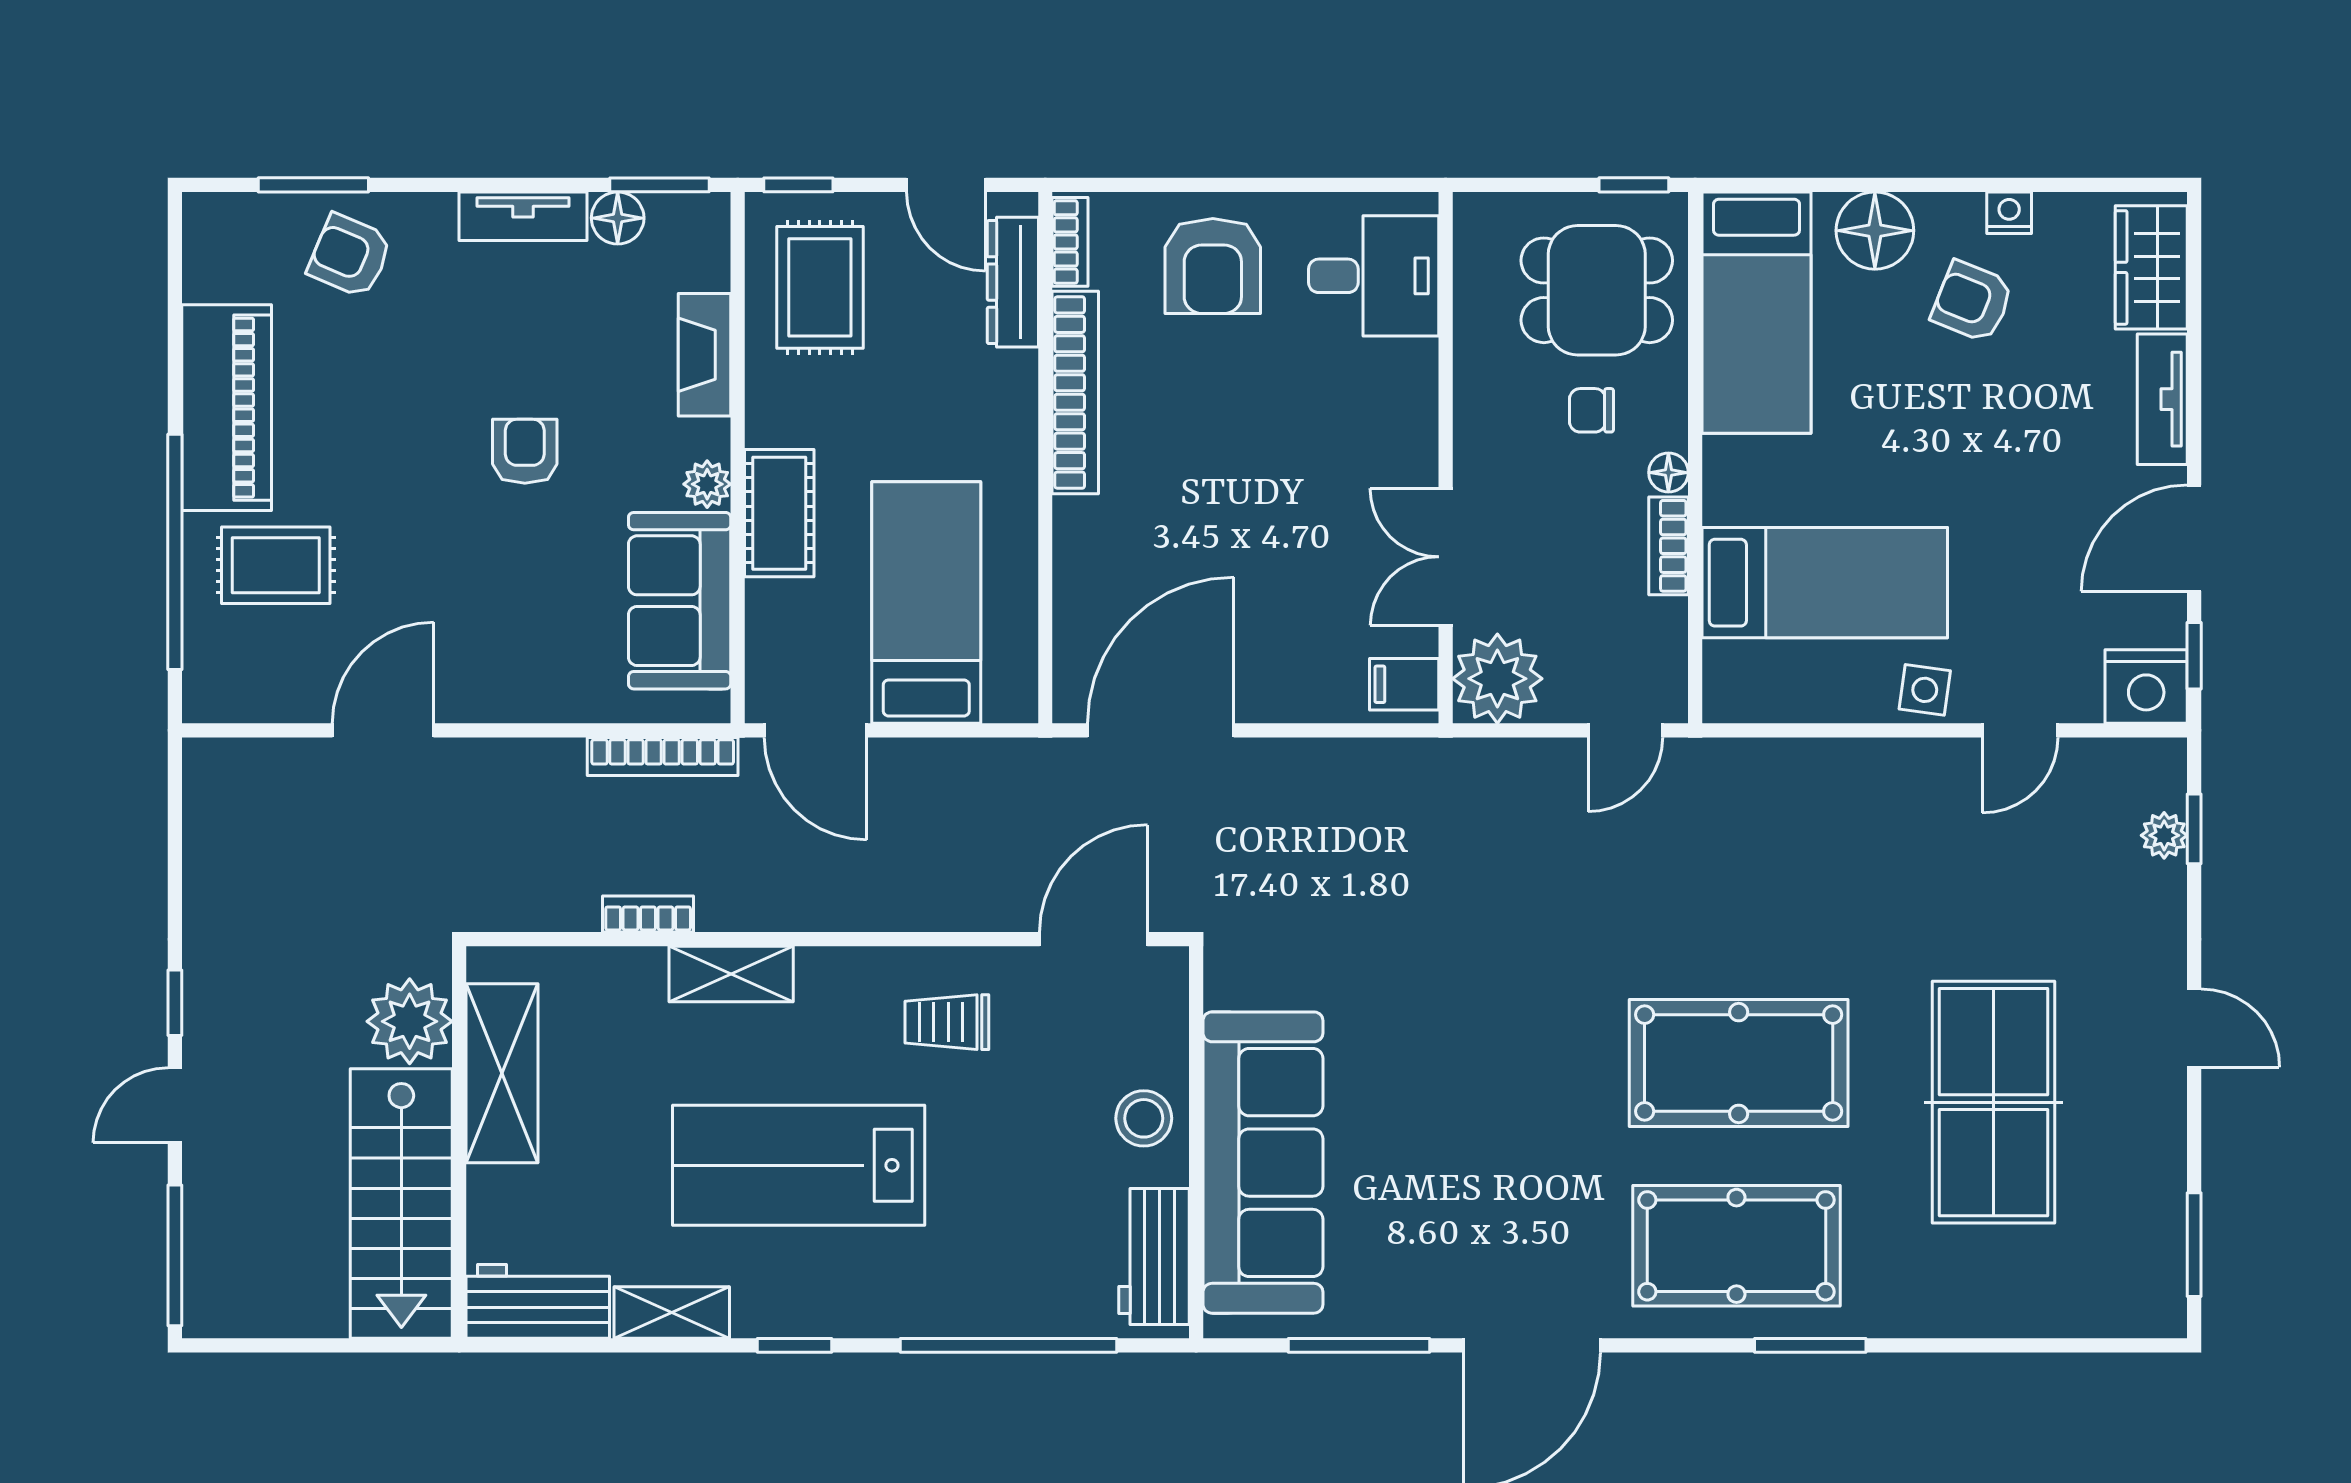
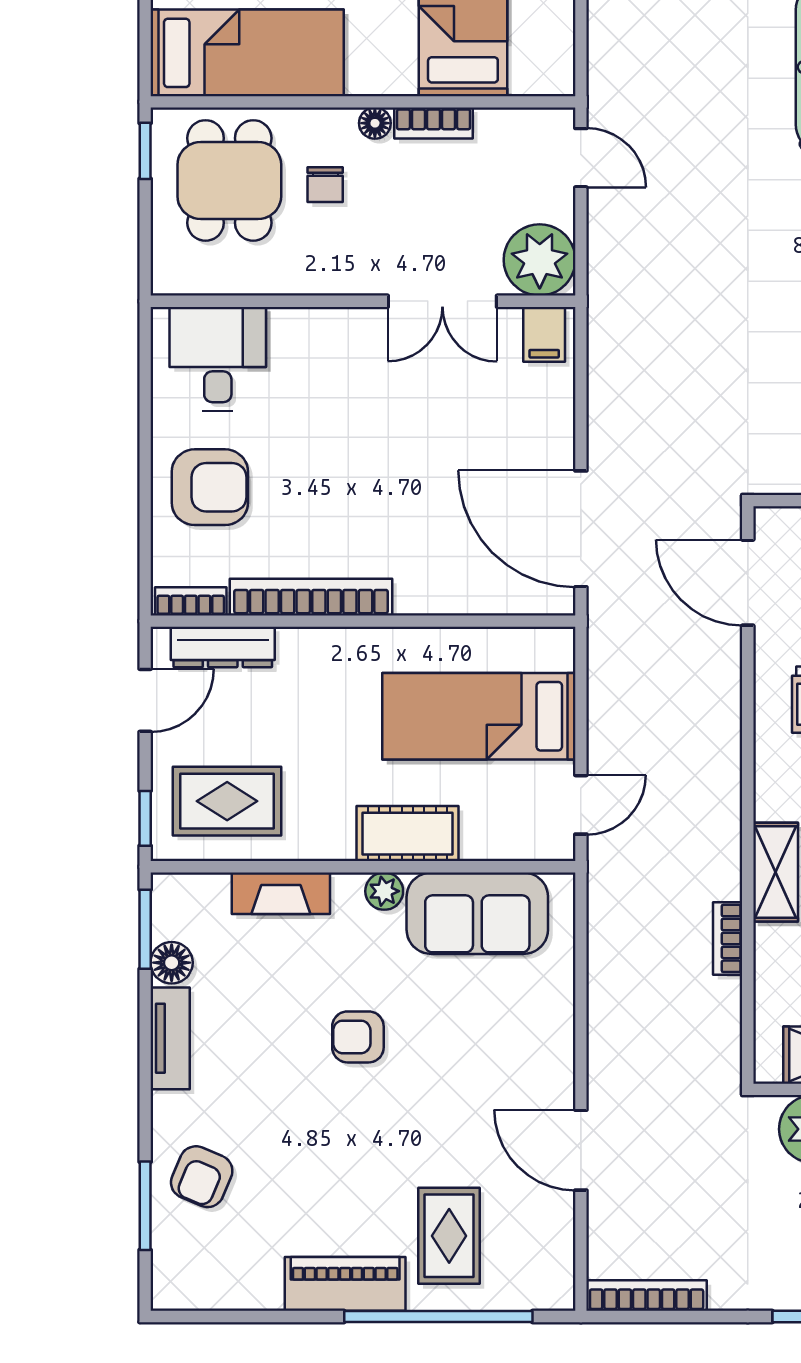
piano: (227, 408) -> (345, 1284), width x0.73, depth x0.75
door: (815, 730) -> (581, 805), width x0.73
bookcase: (663, 756) -> (647, 1296), moved, turned -90

